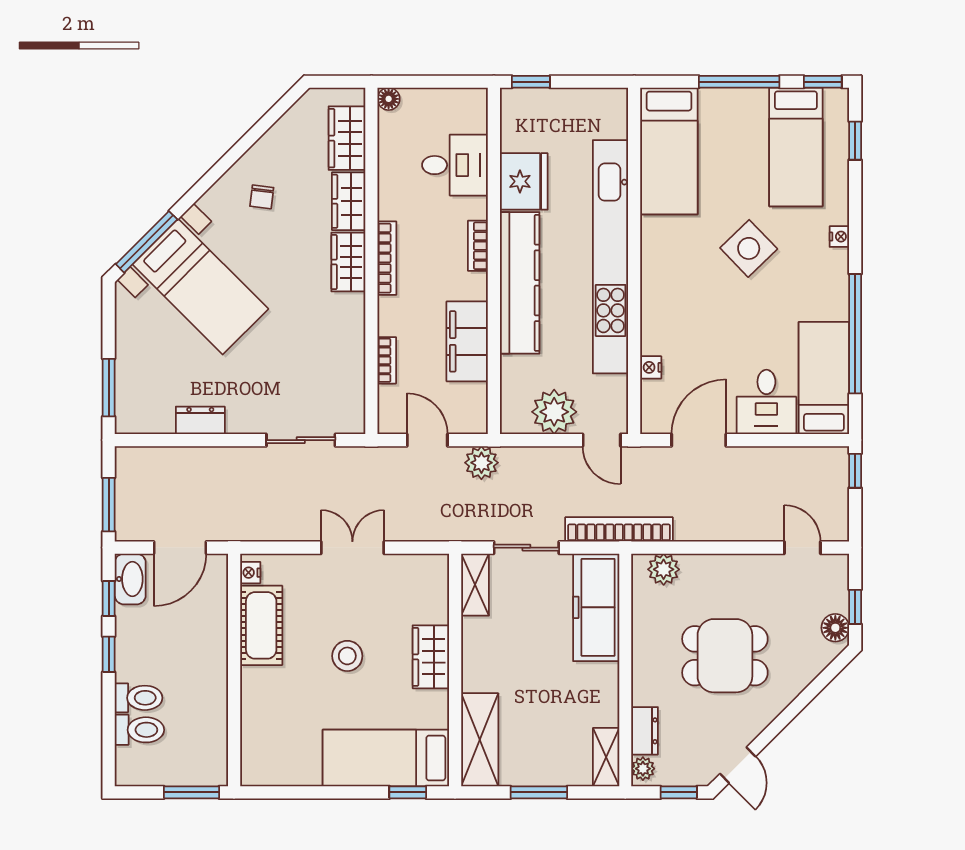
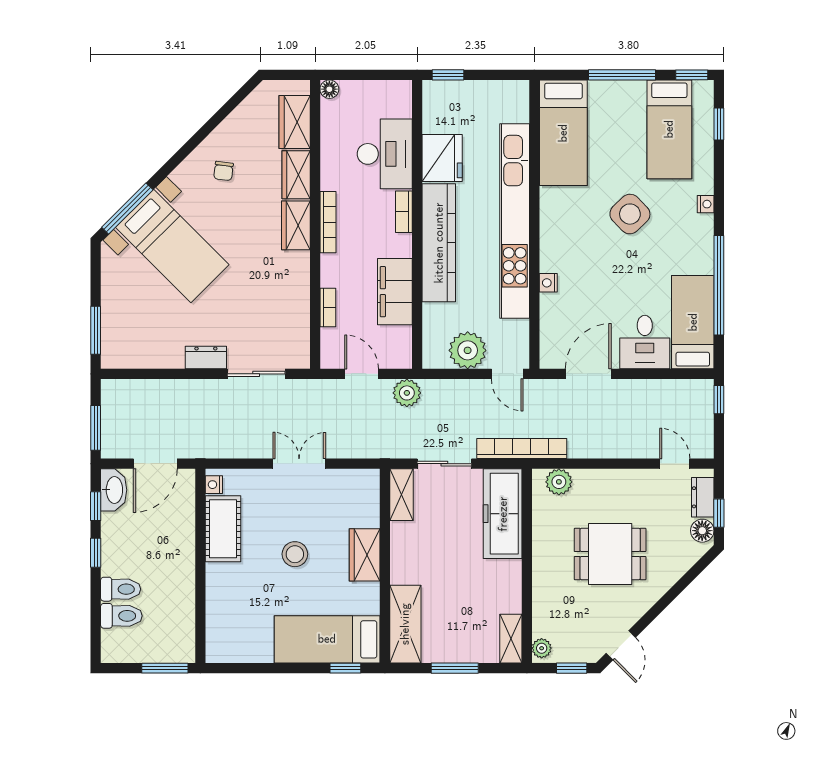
desk: (455, 165) -> (385, 154), width x1.37
nightstand: (651, 367) -> (548, 283), moved
dresser: (200, 420) -> (206, 358), moved
dresser: (645, 731) -> (703, 497), moved, turned 180

